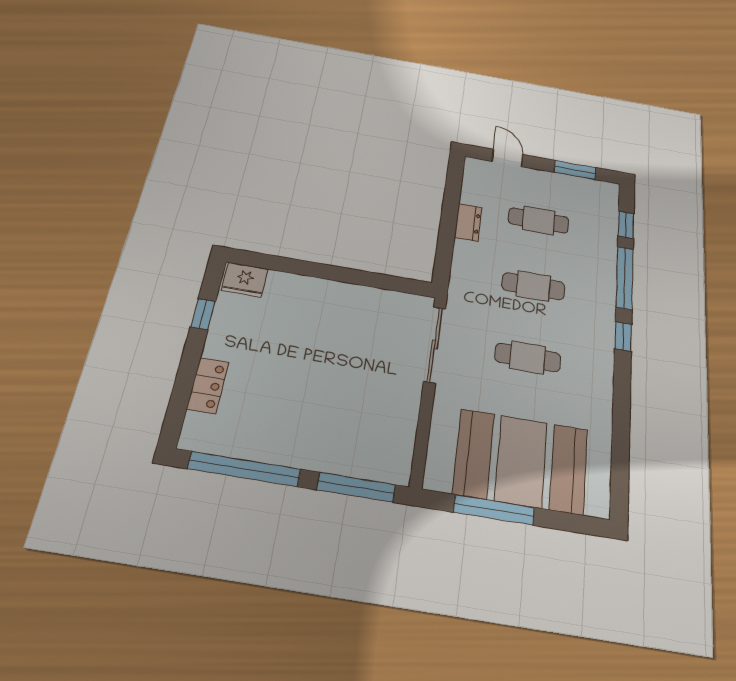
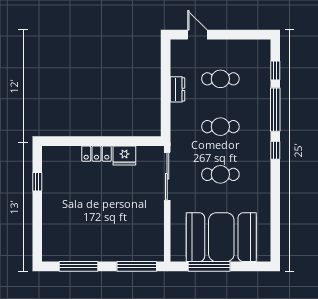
window: (575, 170) -> (241, 35), removed
fridge: (245, 280) -> (124, 156), moved
locker: (208, 385) -> (96, 154), moved, turned 90
window: (244, 469) -> (79, 266), width x0.68

